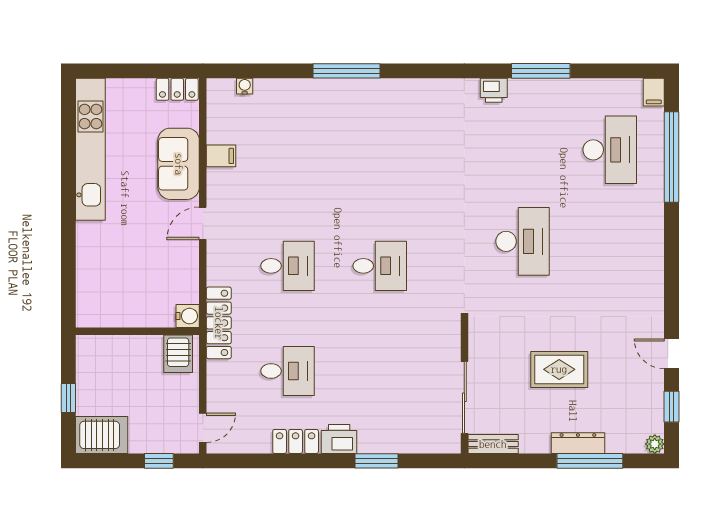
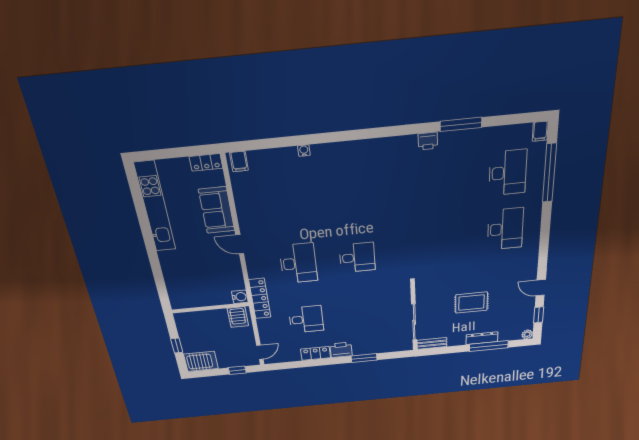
window: (347, 71) -> (323, 138), removed
water cooler: (245, 86) -> (304, 151), moved
filing cabinet: (221, 156) -> (239, 161), moved, turned 90
door: (203, 223) -> (240, 244), hinge flipped
desk: (523, 241) -> (505, 229), moved
desk: (288, 266) -> (298, 263), width x1.37

